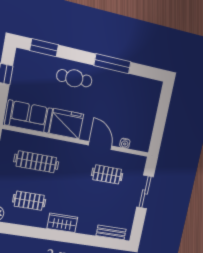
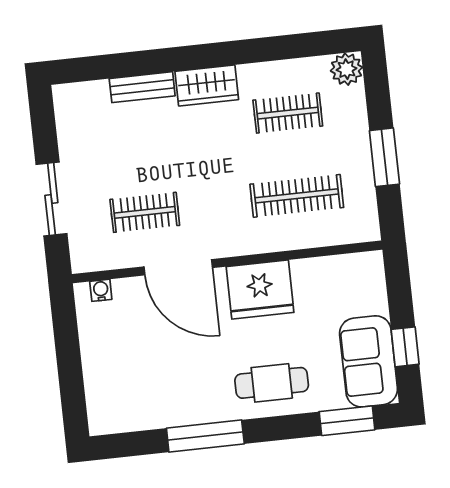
sofa: (29, 117) -> (369, 361), moved, turned 90
water cooler: (125, 143) -> (101, 290), moved
door: (100, 146) -> (178, 267), width x1.36
bench: (111, 232) -> (142, 87), moved

